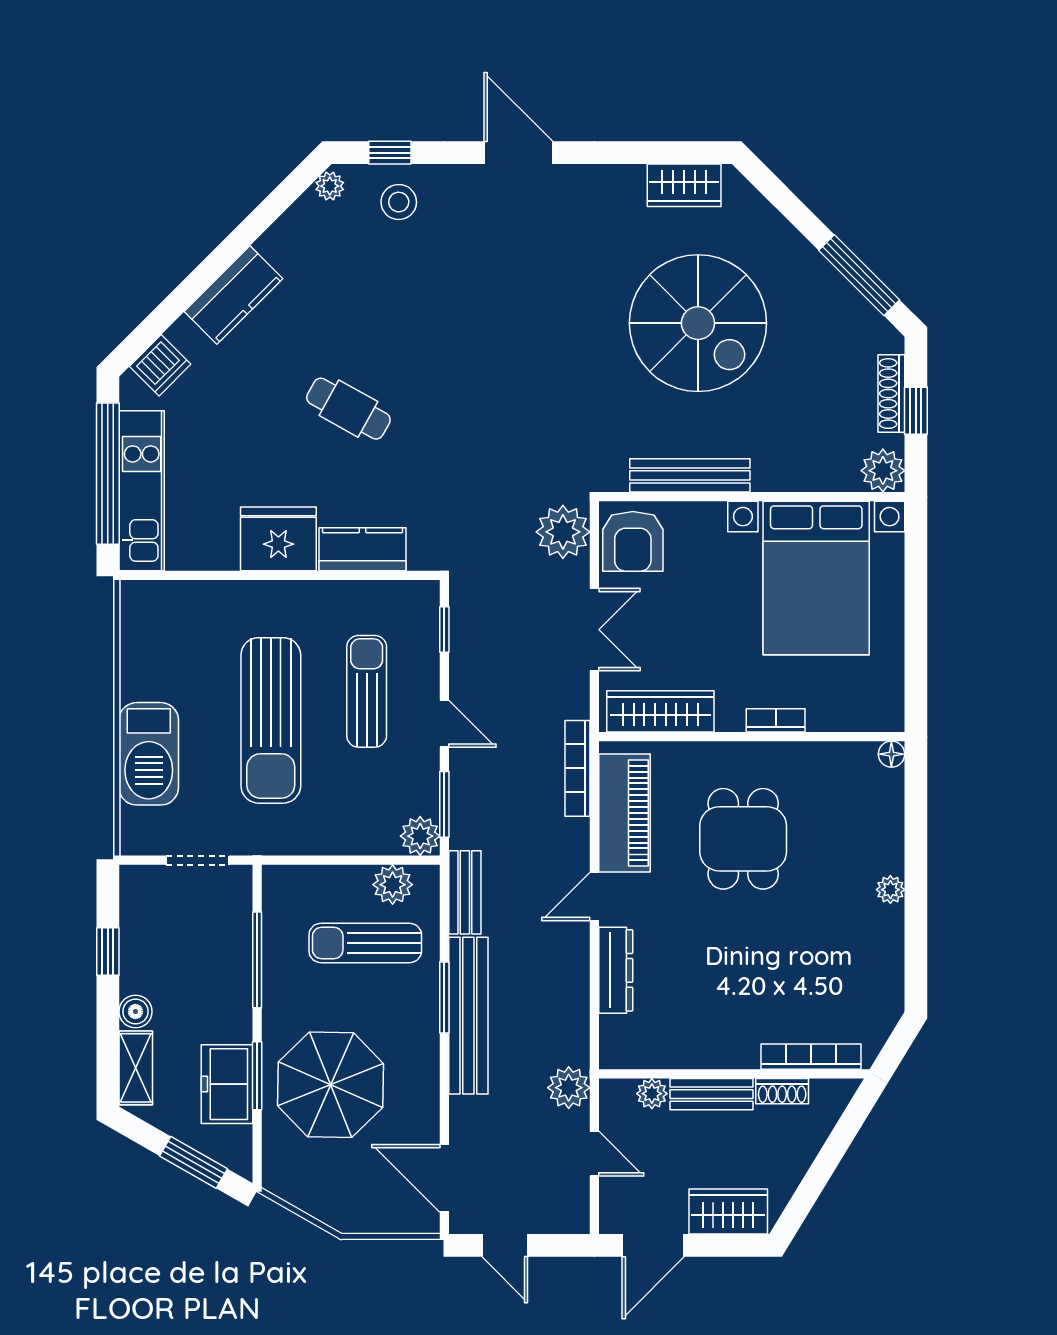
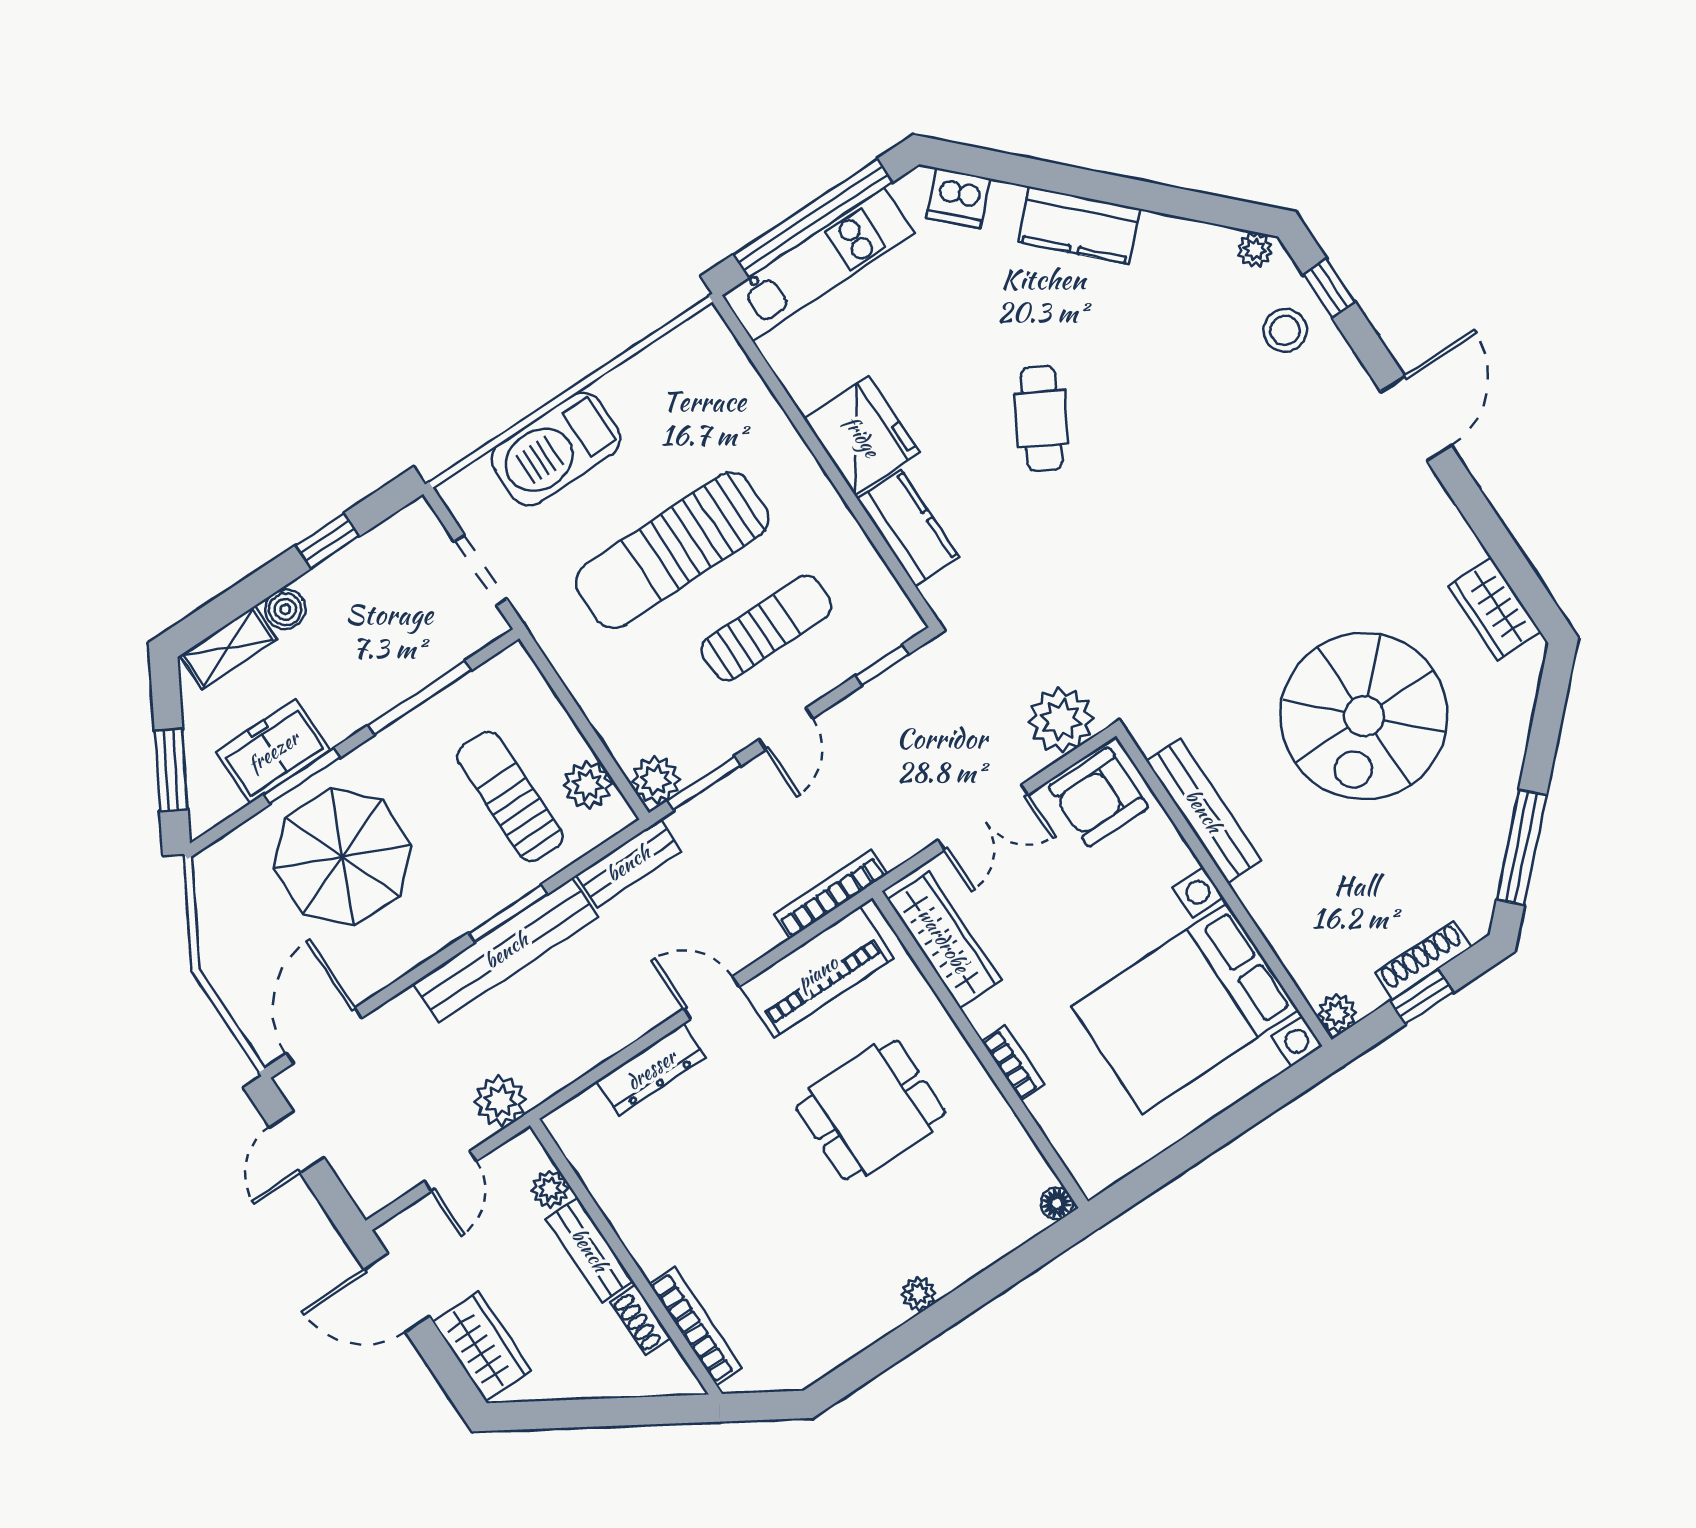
plant: (883, 471) -> (1337, 1013), width x0.73, depth x0.73

